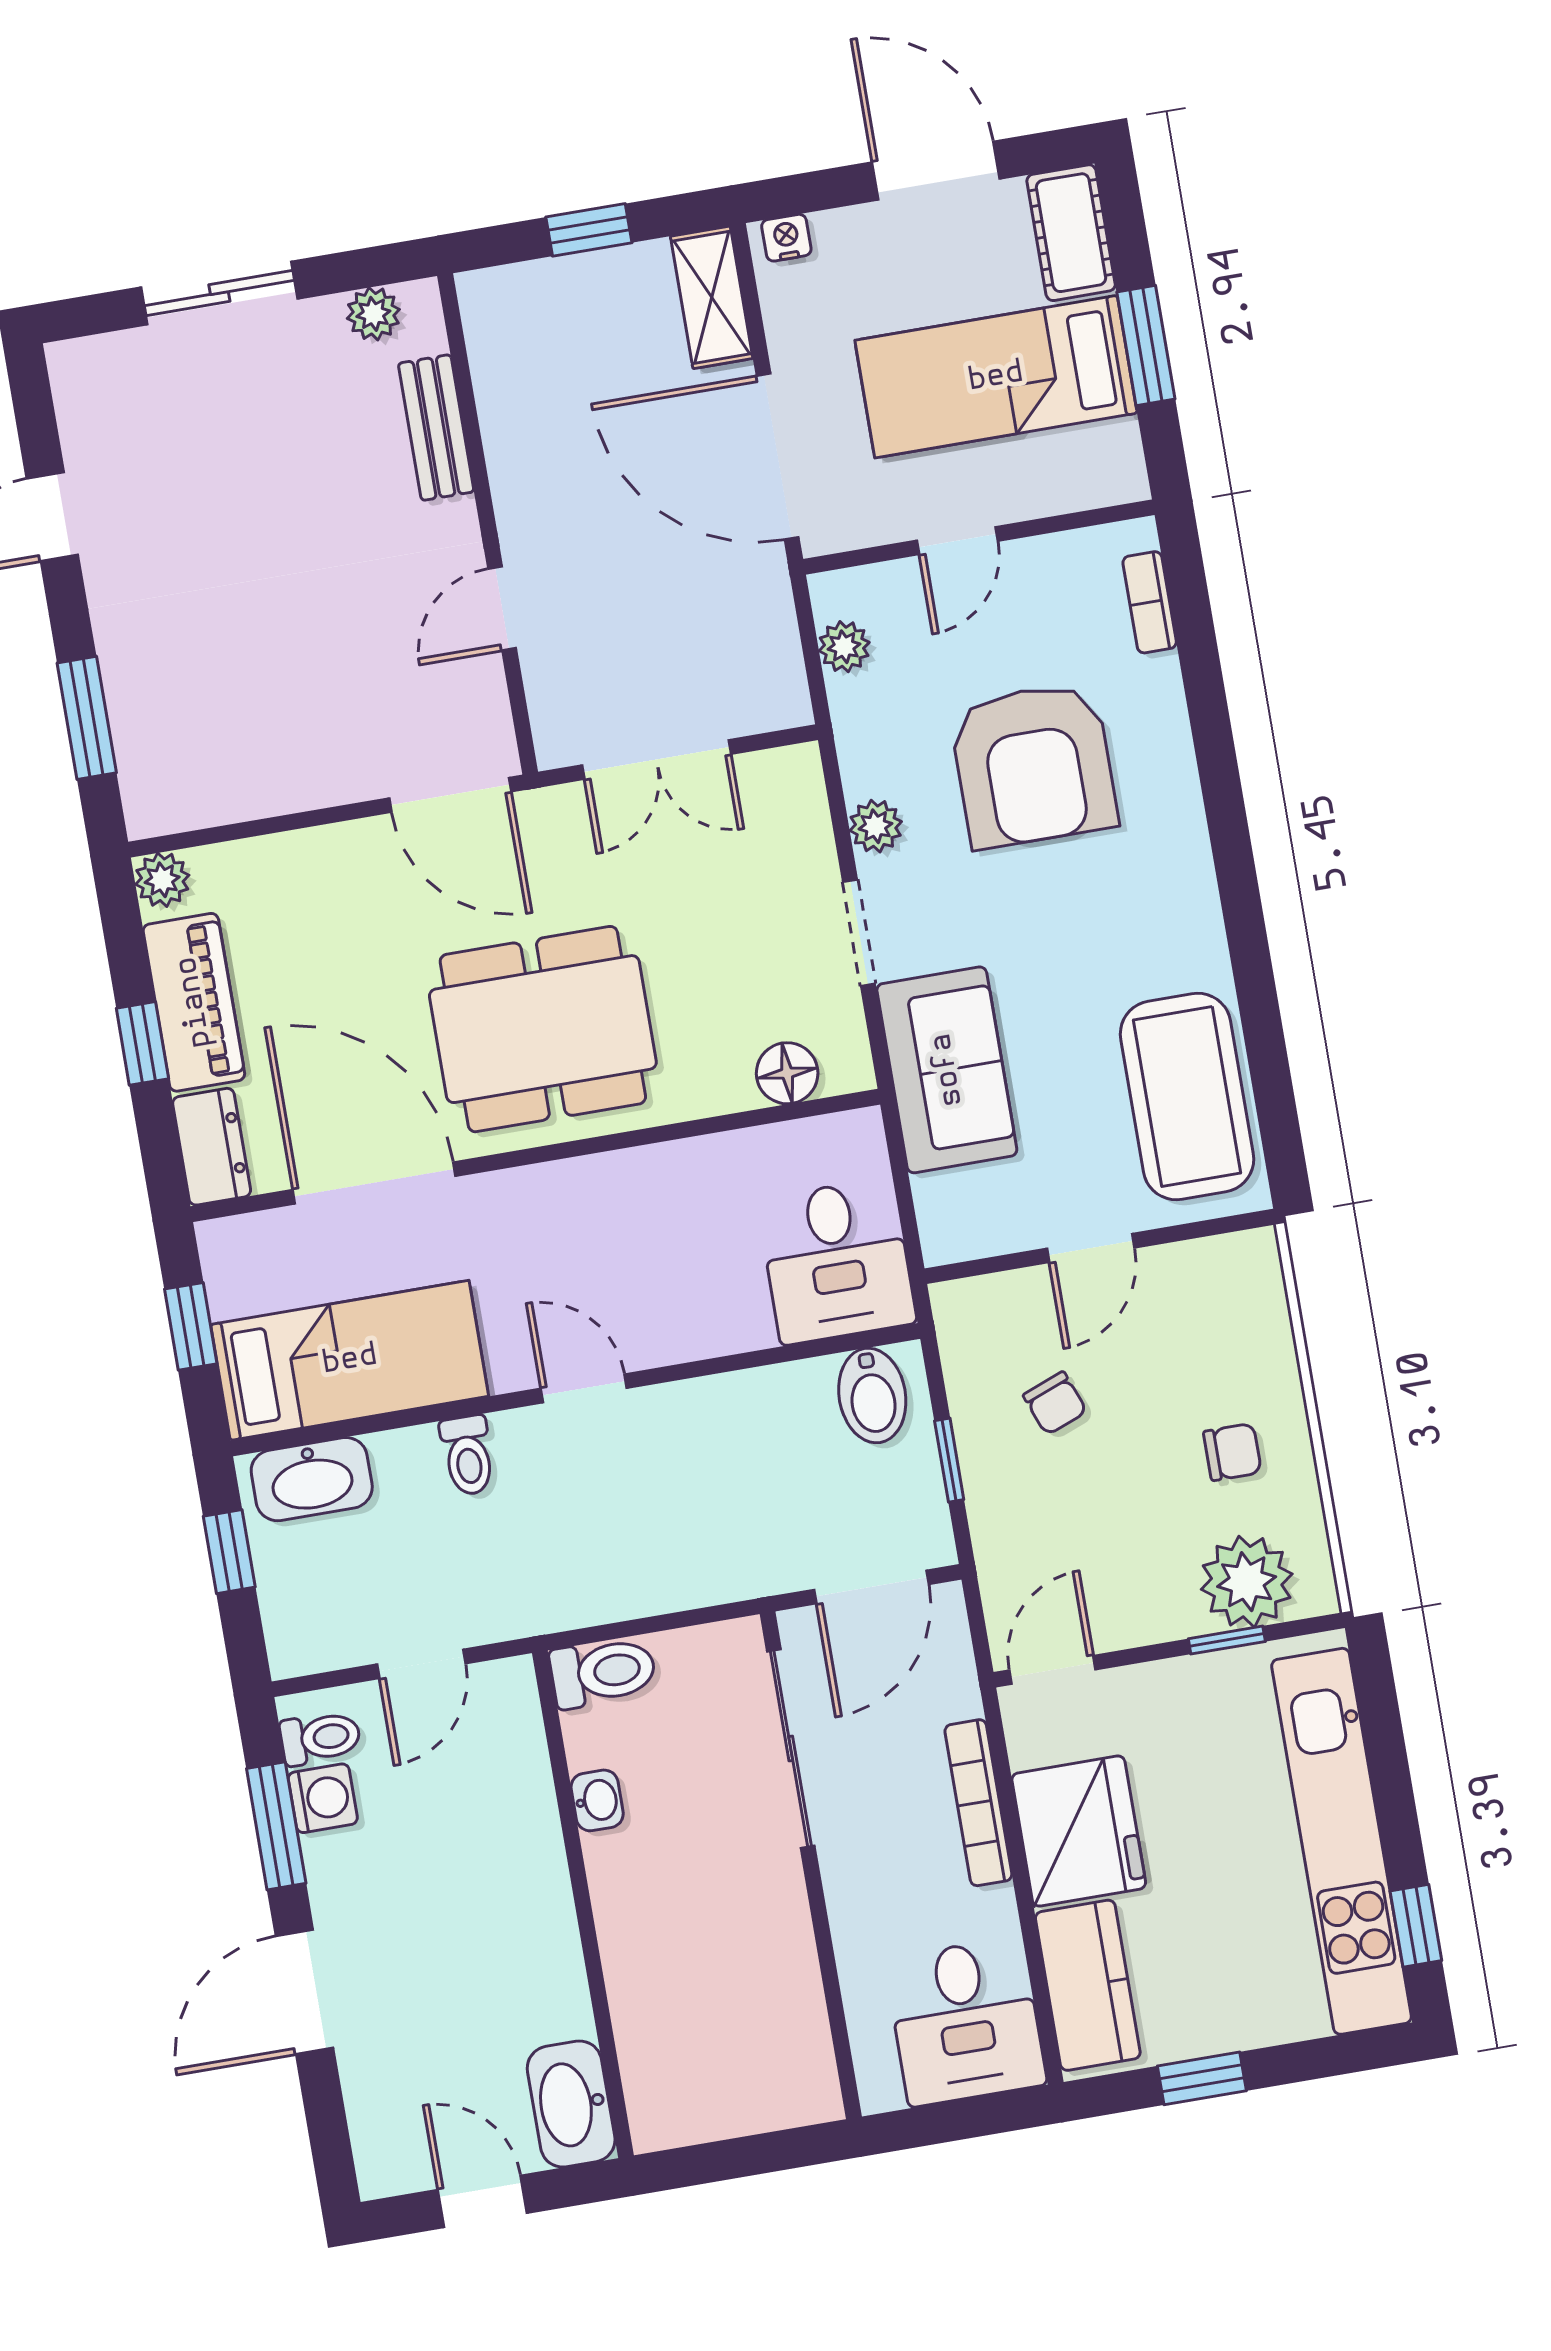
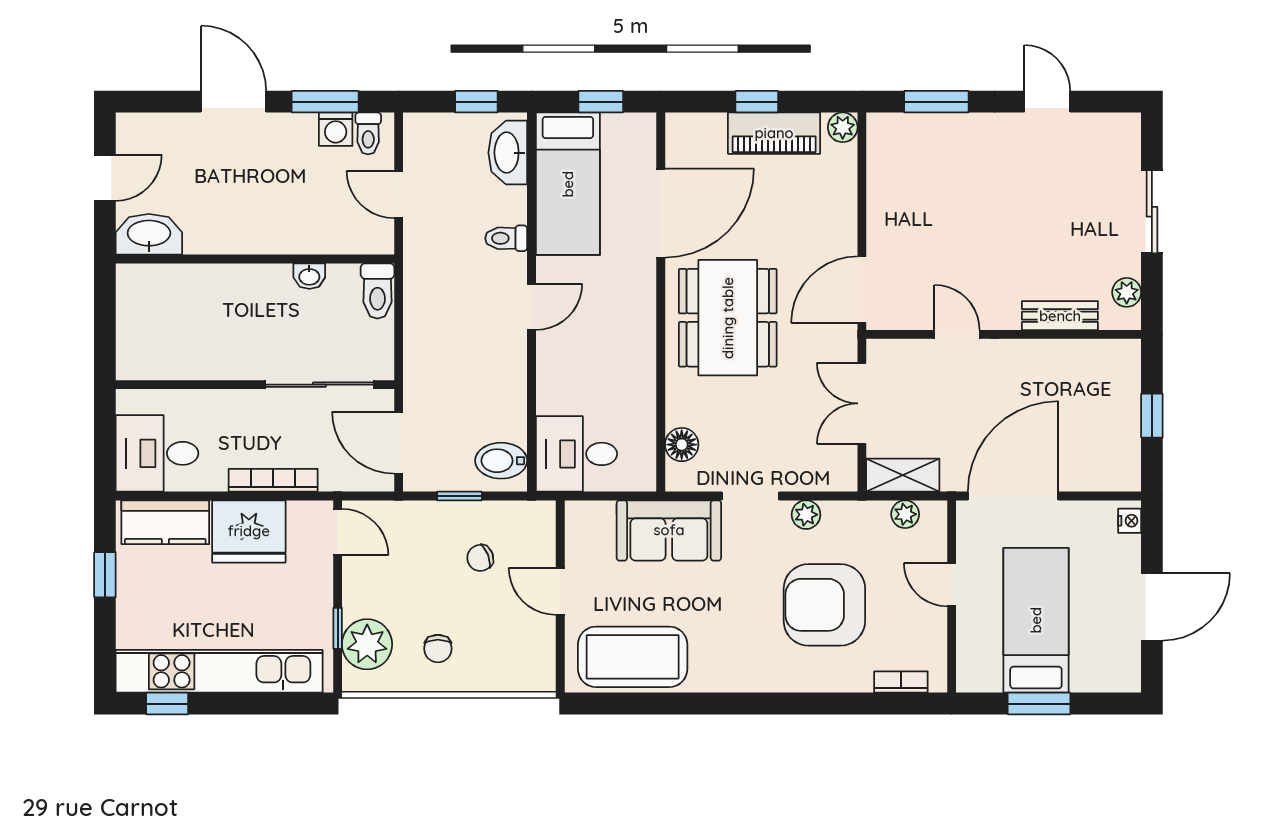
cot: (1071, 233) -> (1106, 674), removed
shelving: (712, 297) -> (903, 475), moved
dresser: (212, 1147) -> (695, 129), removed

